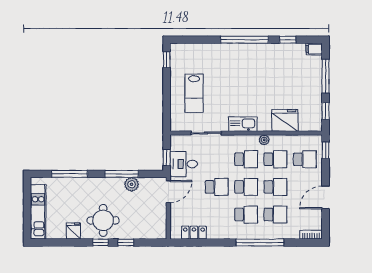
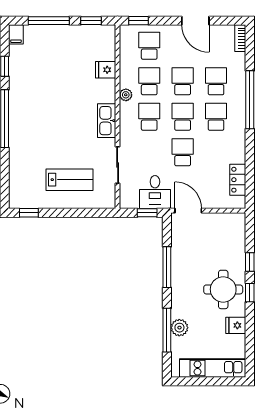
fridge: (285, 120) -> (106, 70), width x0.53, depth x0.75
plant: (132, 184) -> (179, 328), moved

